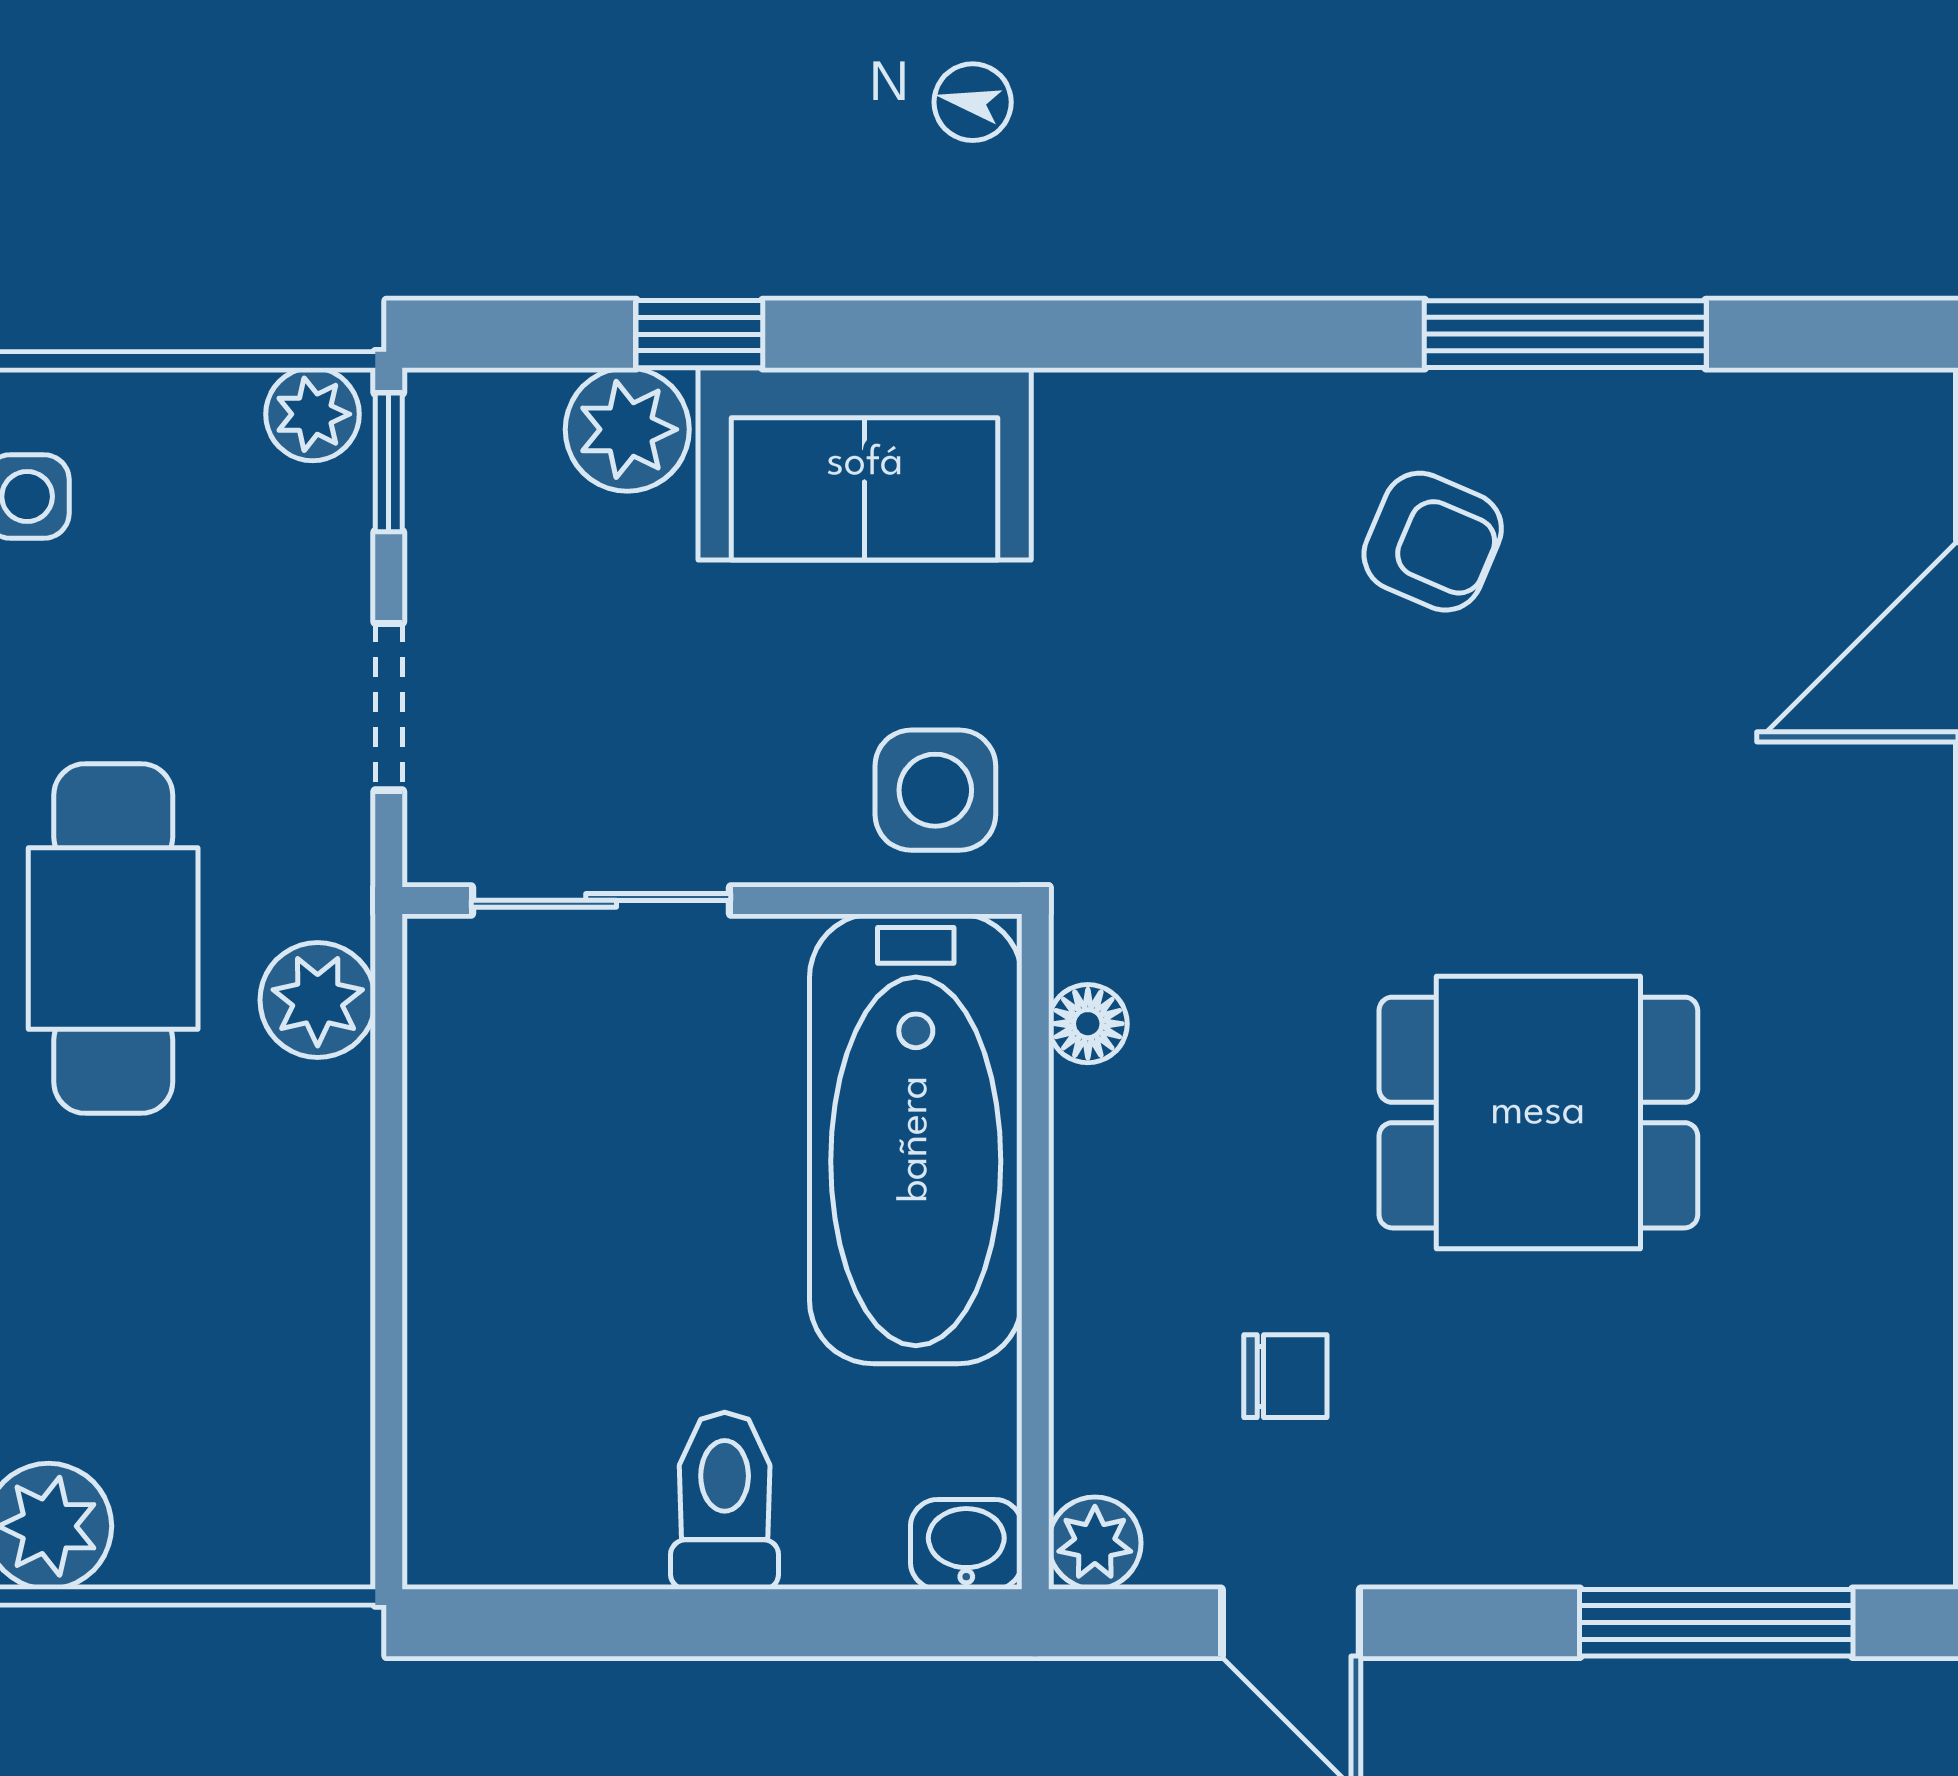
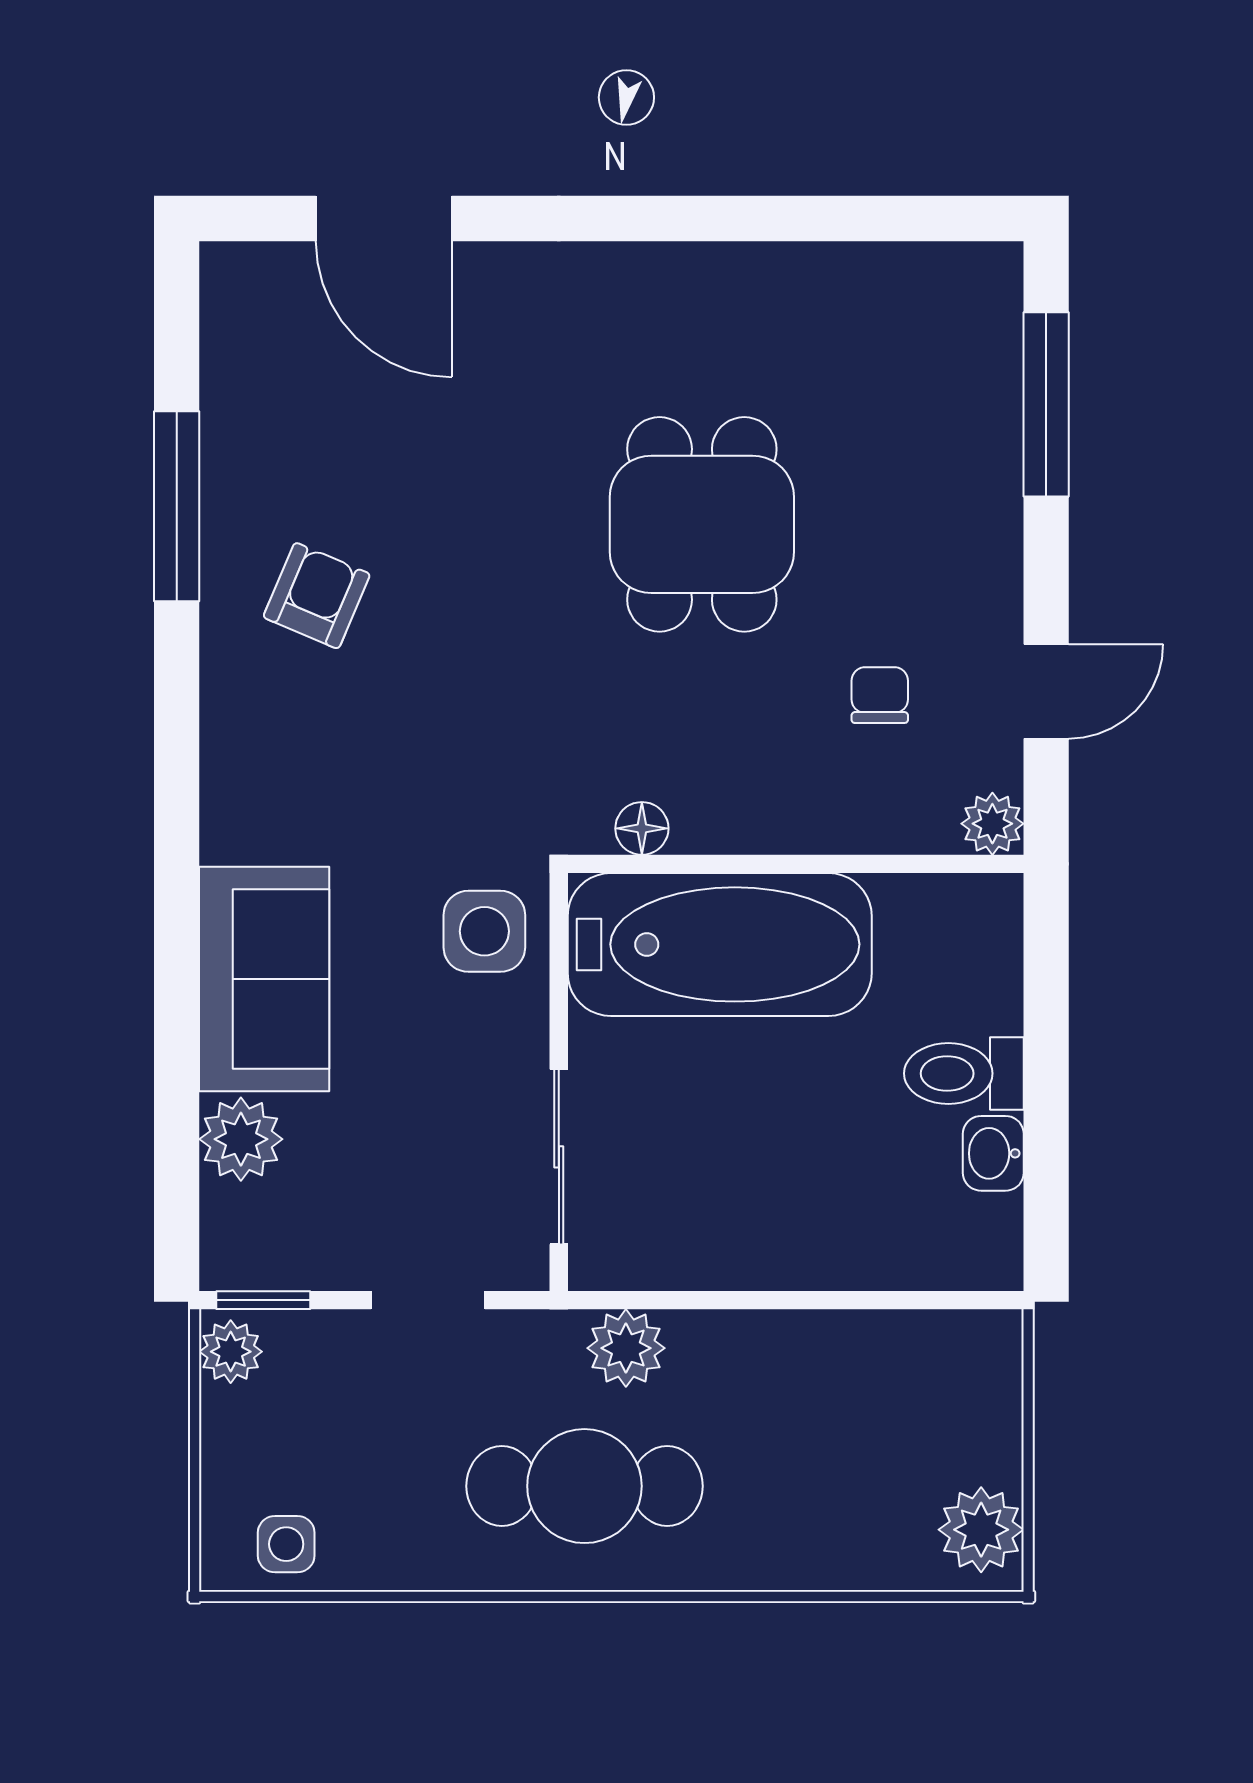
window: (699, 334) -> (177, 1090), removed
washbasin: (966, 1544) -> (993, 1153), moved

